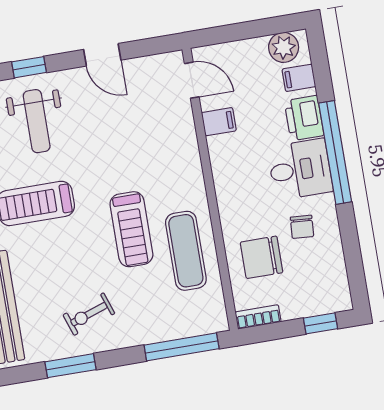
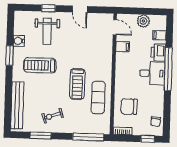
plant: (284, 47) -> (143, 21), moved
chair: (302, 227) -> (156, 122), moved

